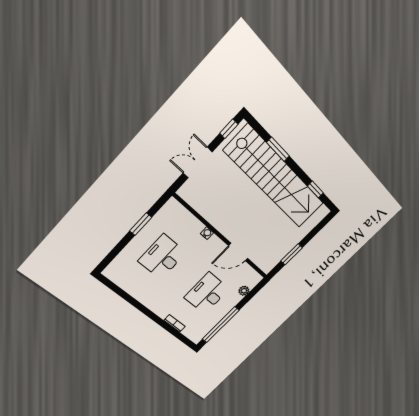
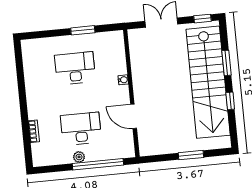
window: (316, 189) -> (230, 101), moved
window: (292, 254) -> (191, 155), moved
plant: (244, 291) -> (79, 157), moved
window: (221, 325) -> (98, 164), moved

